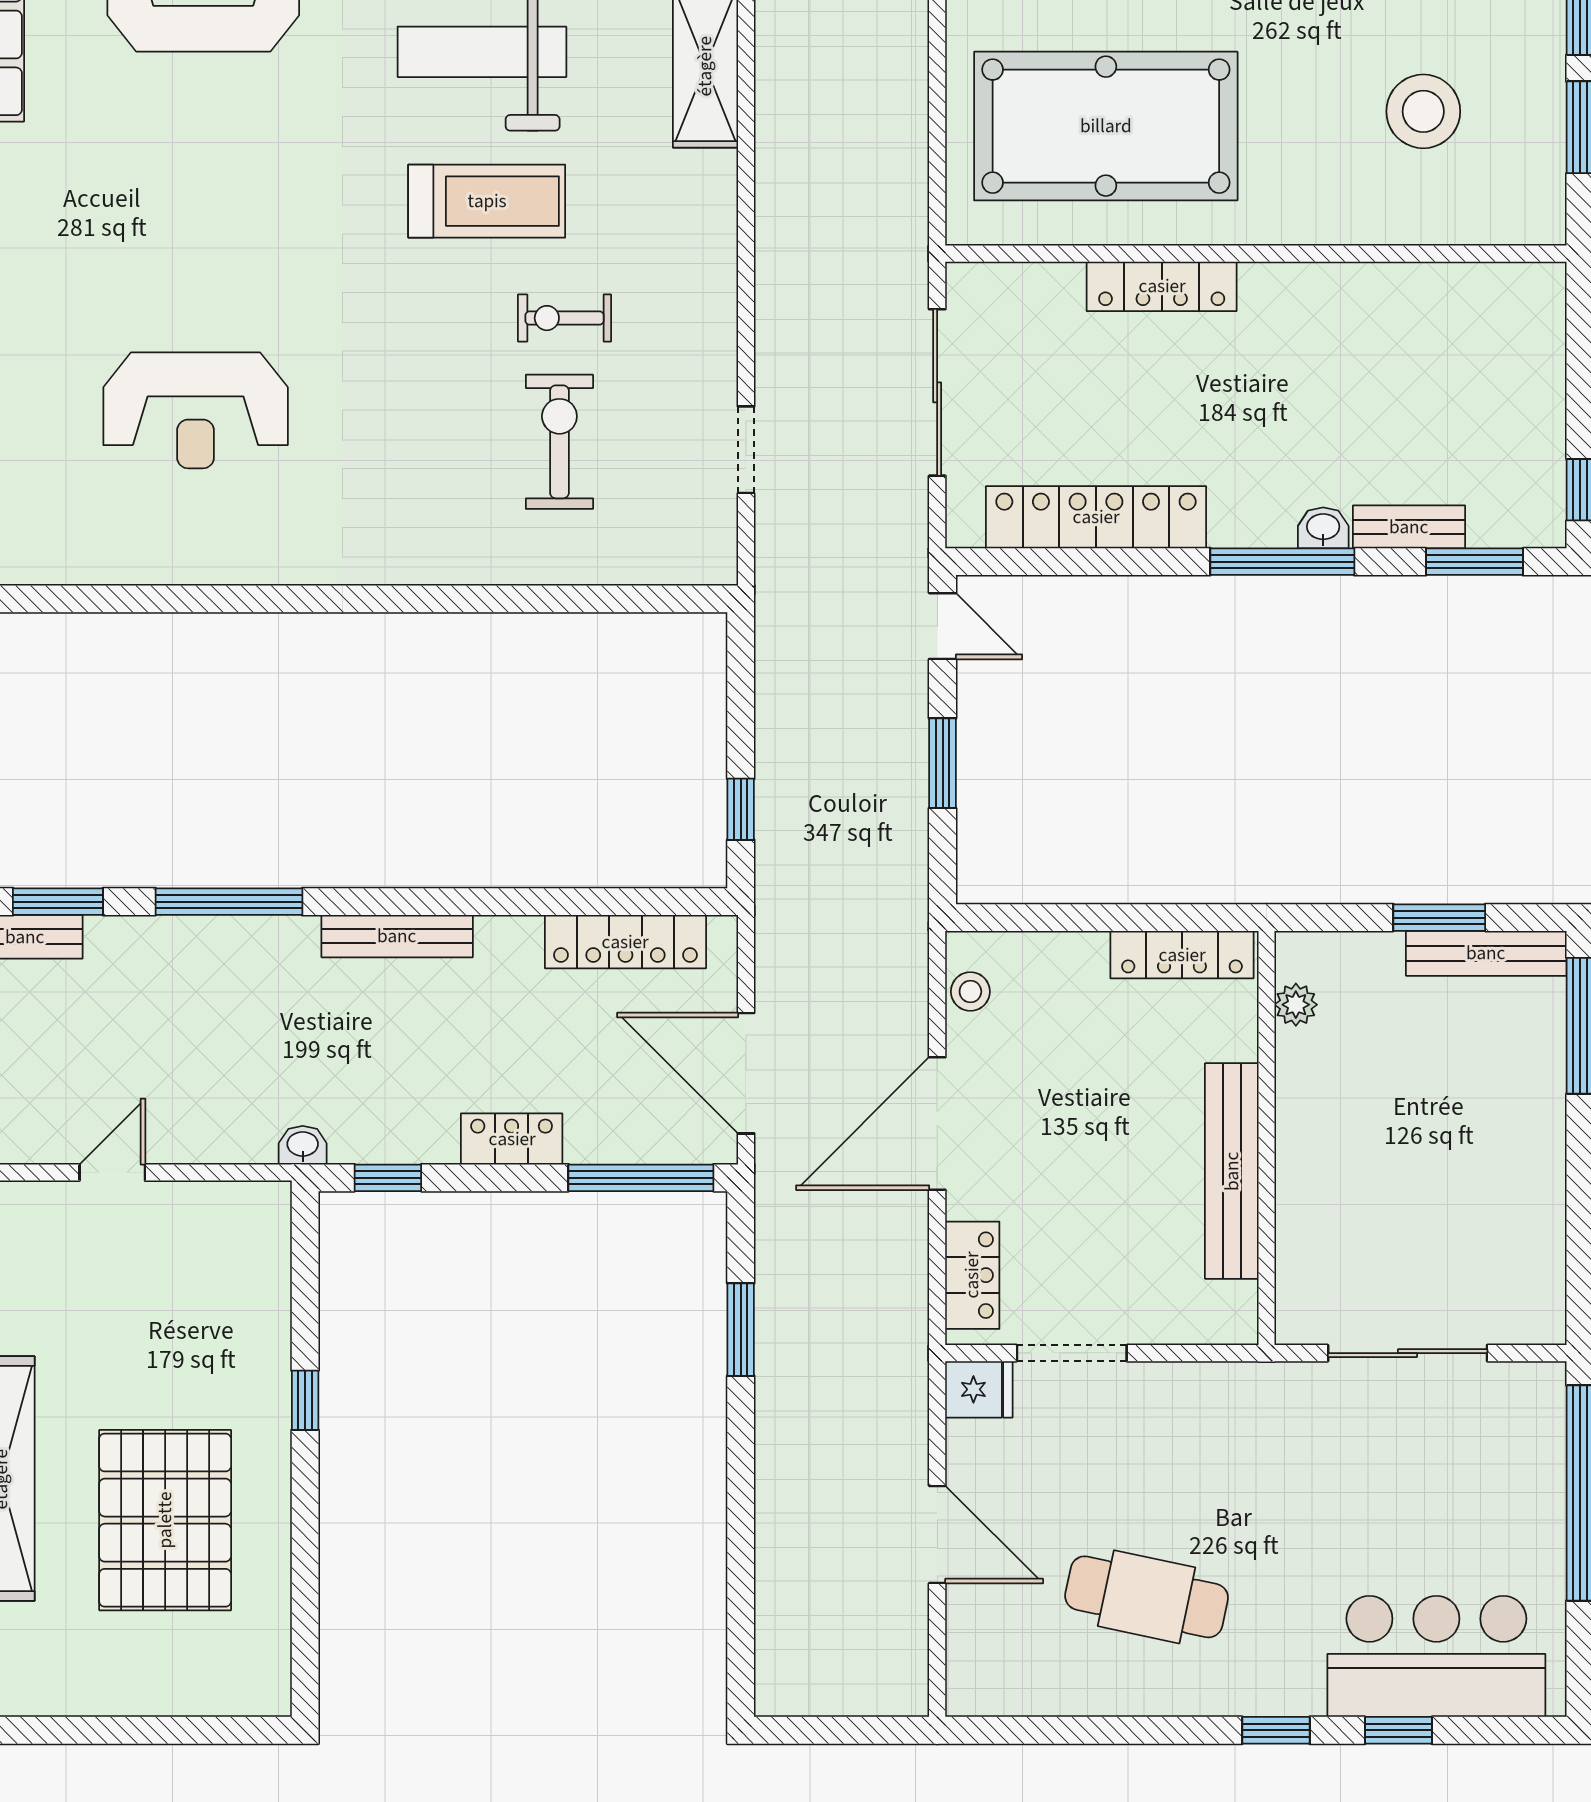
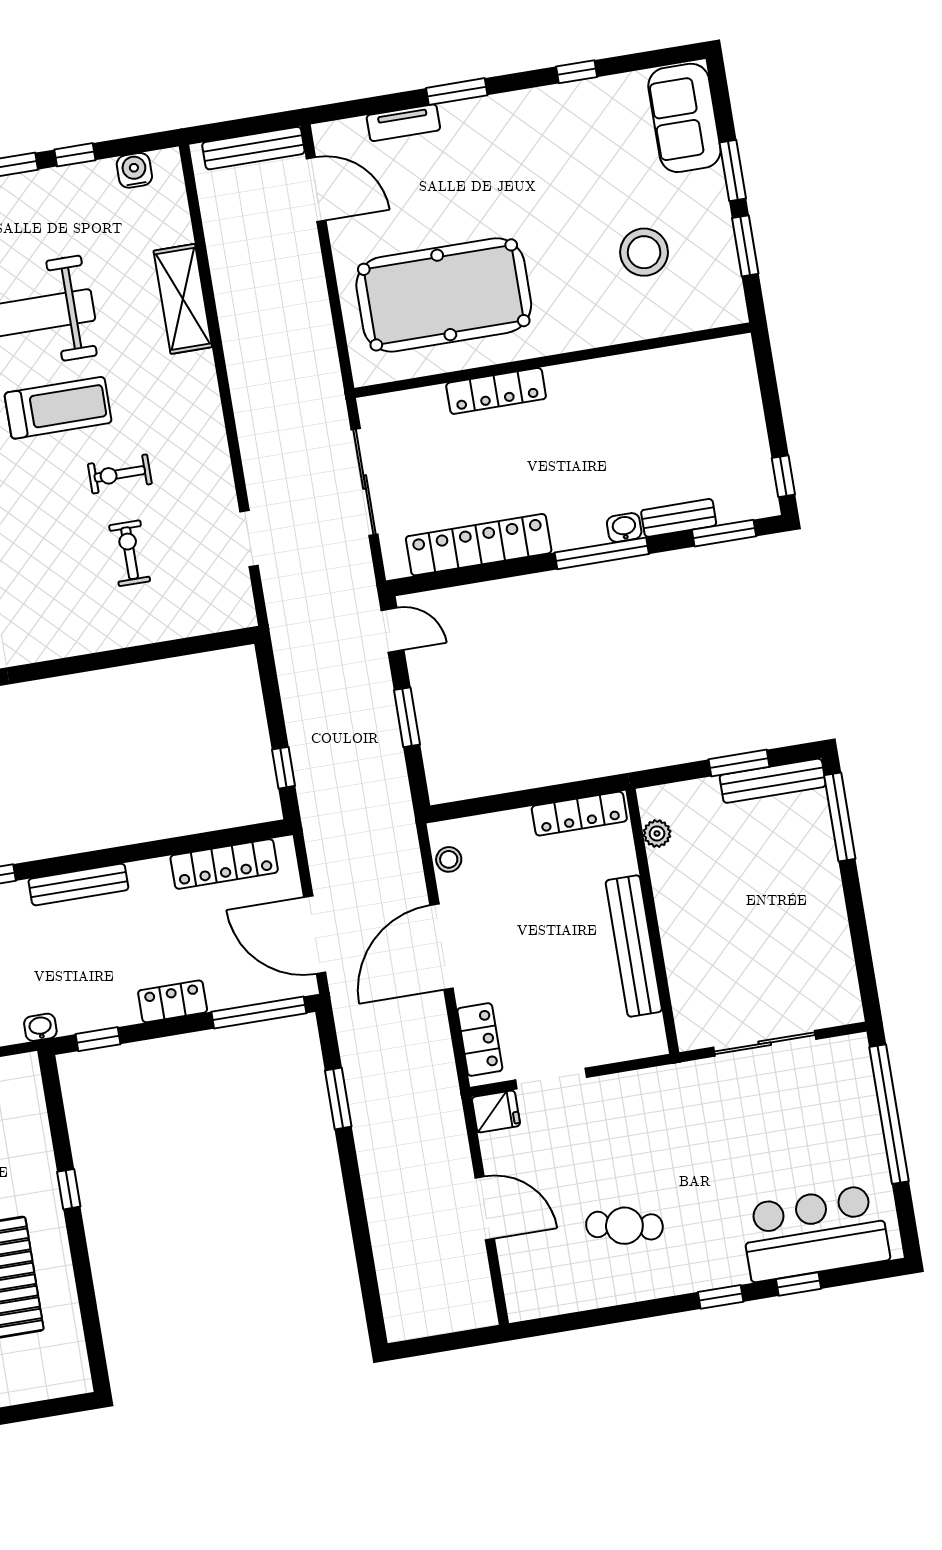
exercise bike: (559, 442) -> (130, 553), width x0.73, depth x0.72
cafe table: (1147, 1597) -> (624, 1226), width x0.73, depth x0.74

